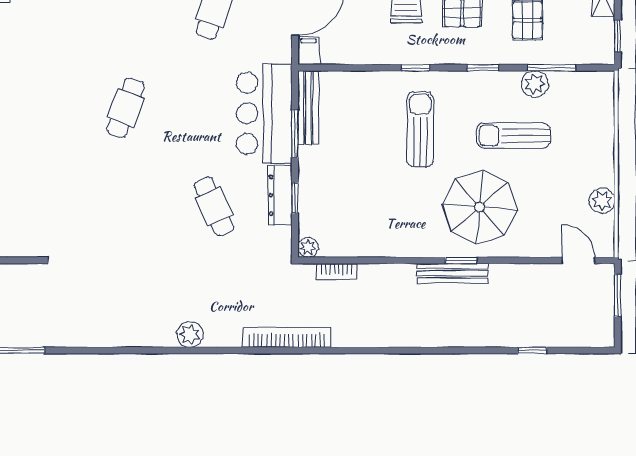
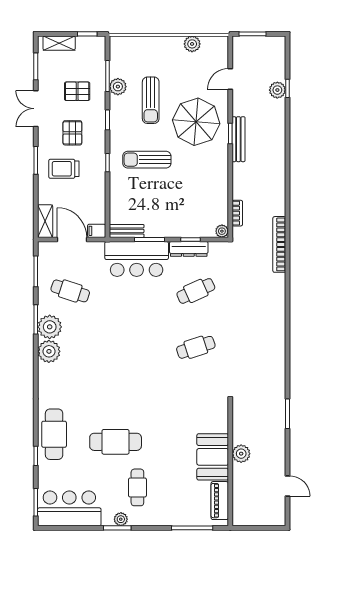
cafe table: (126, 108) -> (196, 347), moved, turned -39
bench: (308, 108) -> (127, 231), width x0.73
door: (578, 260) -> (230, 79), moved
plant: (190, 334) -> (277, 90), moved

